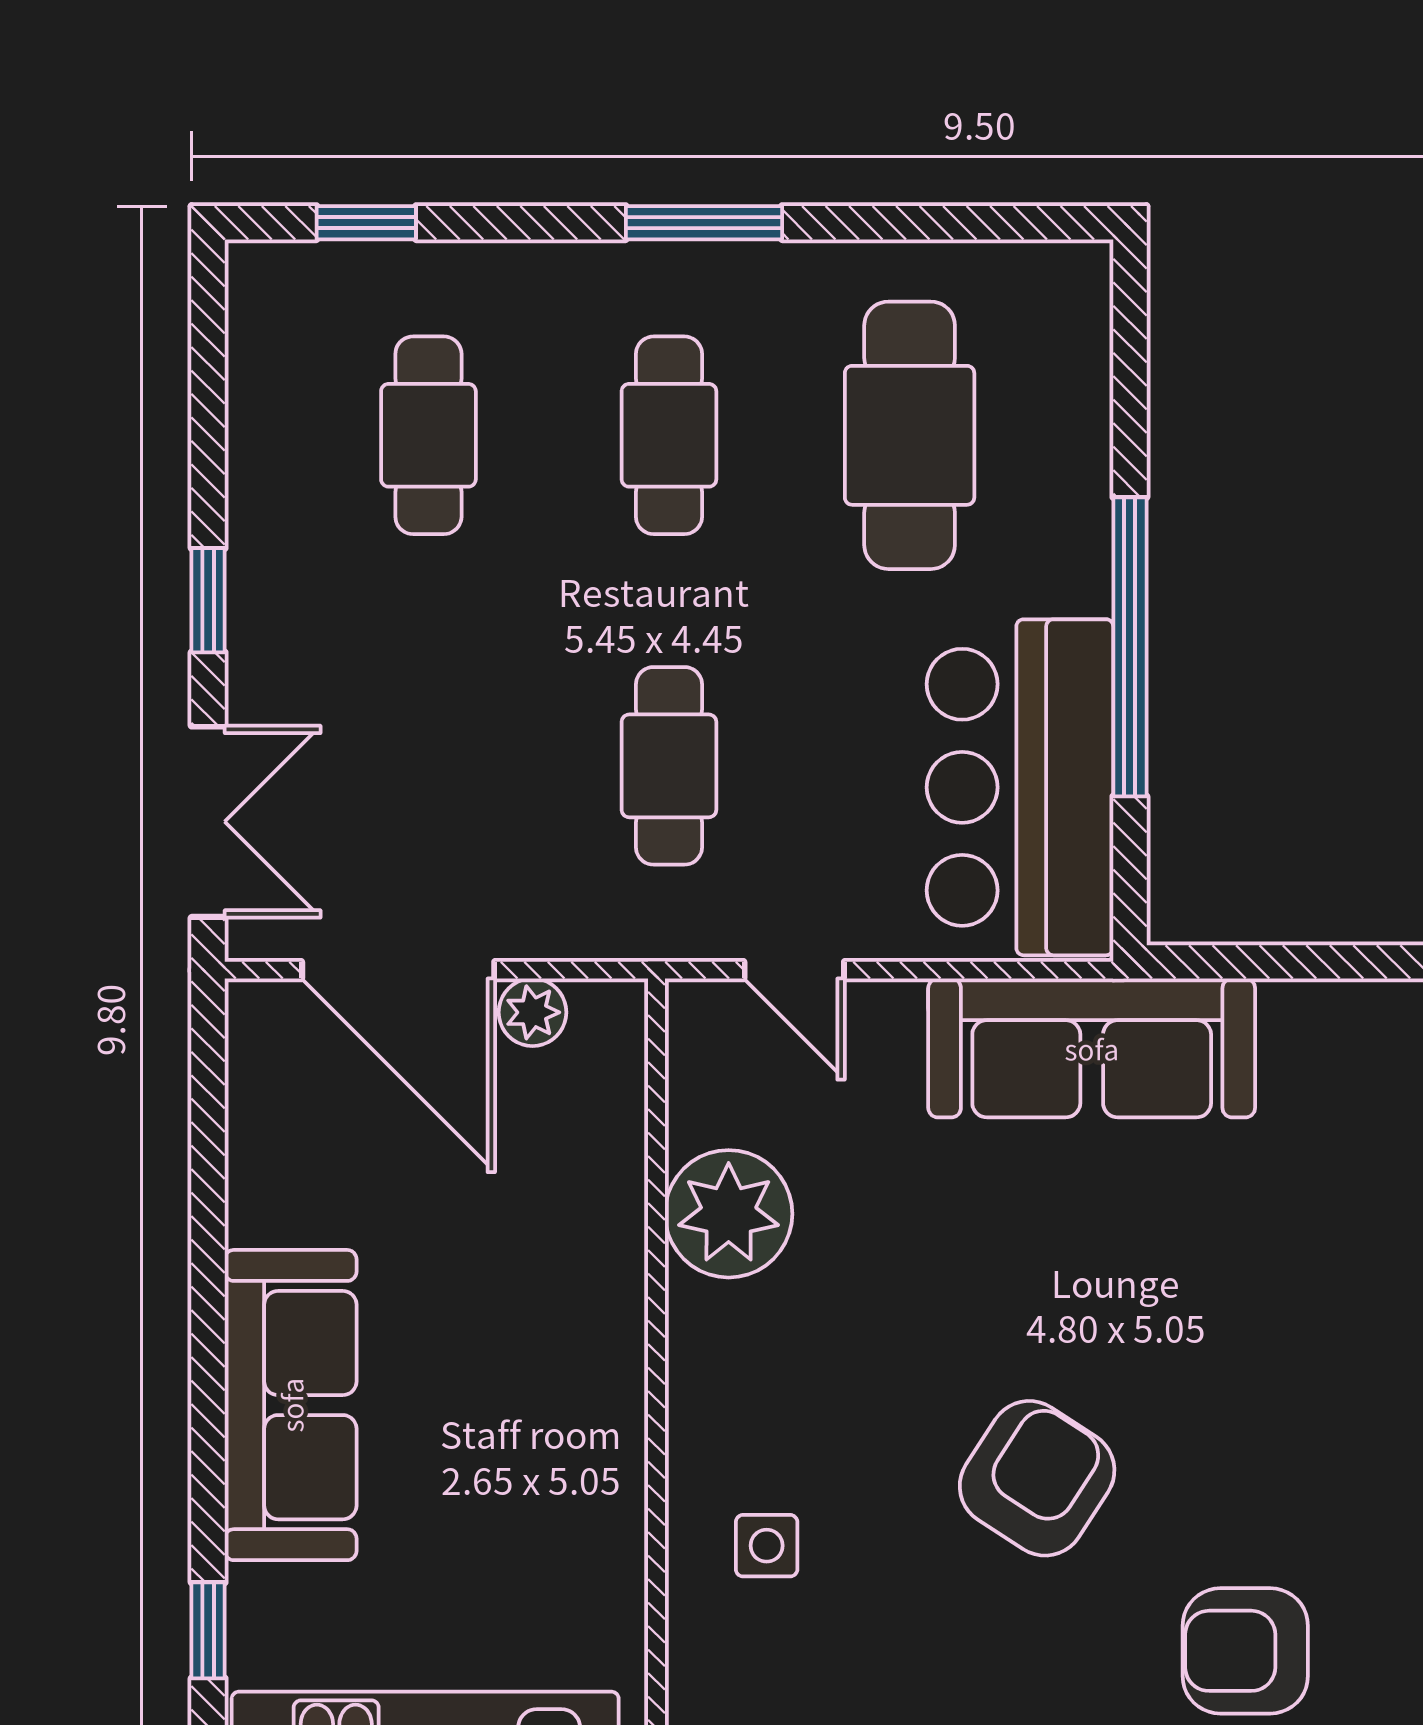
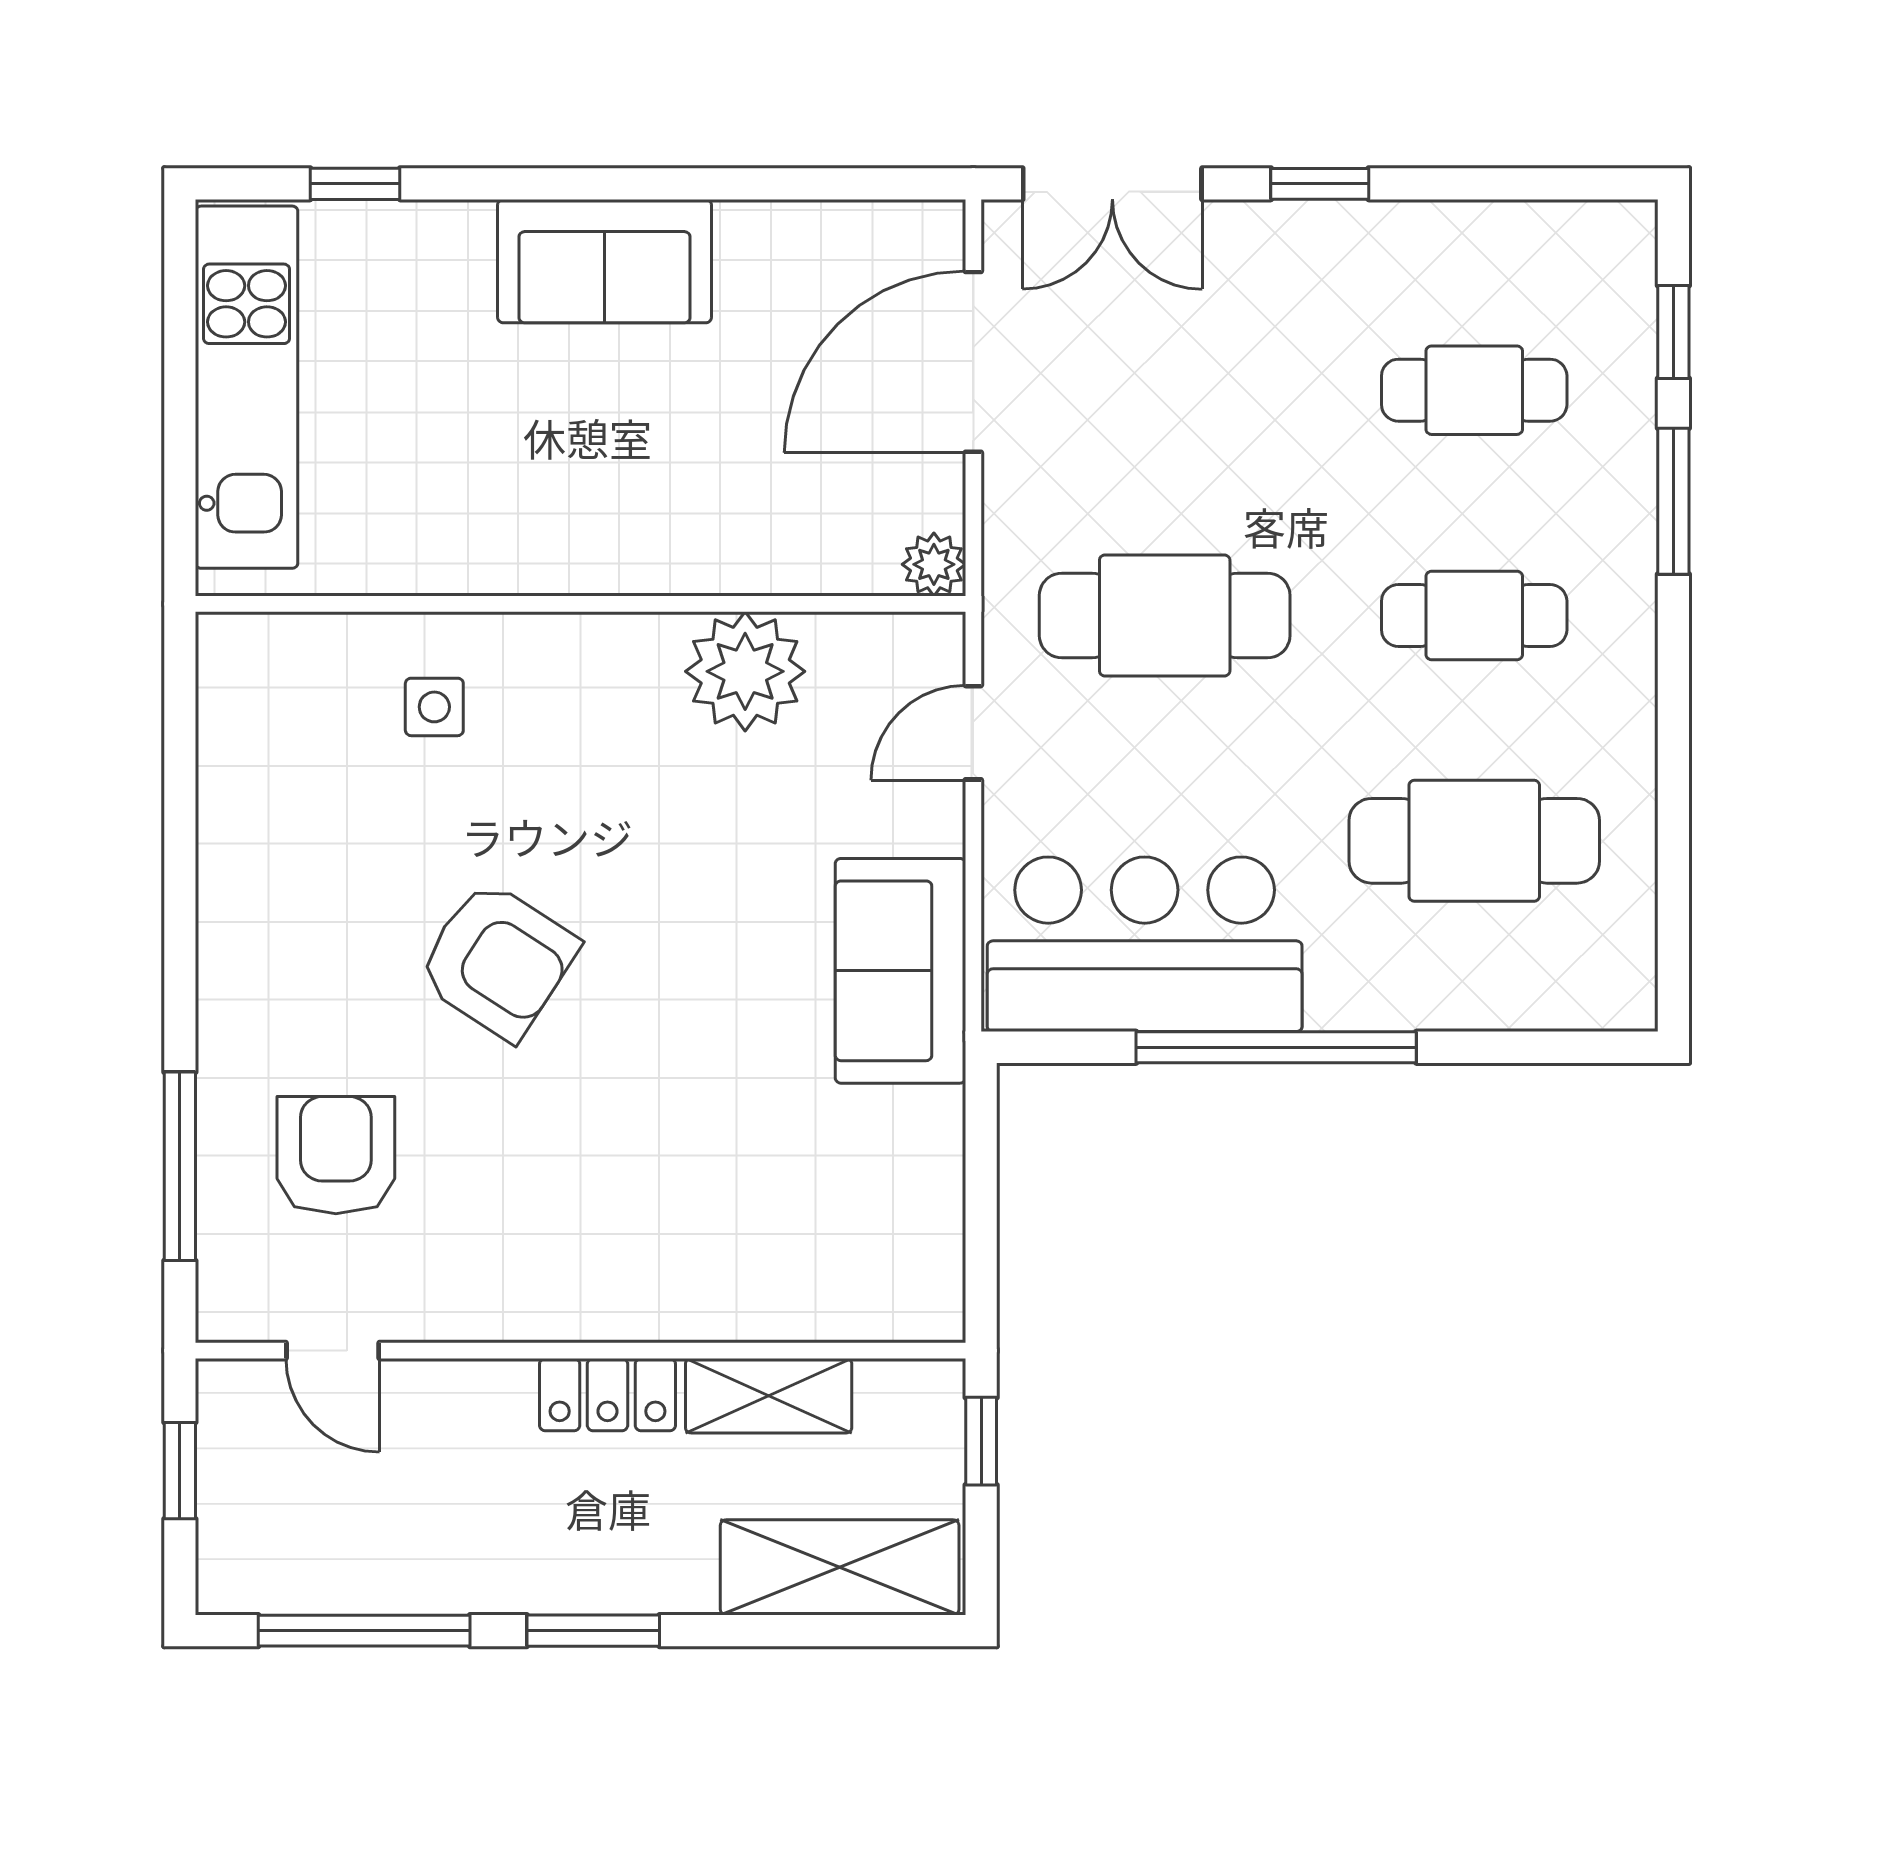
window: (704, 223) -> (1673, 501), moved
cafe table: (669, 766) -> (1165, 616), width x1.37, depth x1.35
plant: (532, 1012) -> (934, 564), moved
sofa: (1092, 1048) -> (900, 971), width x0.73
sofa: (291, 1405) -> (605, 261), width x0.73

